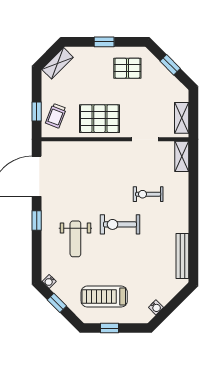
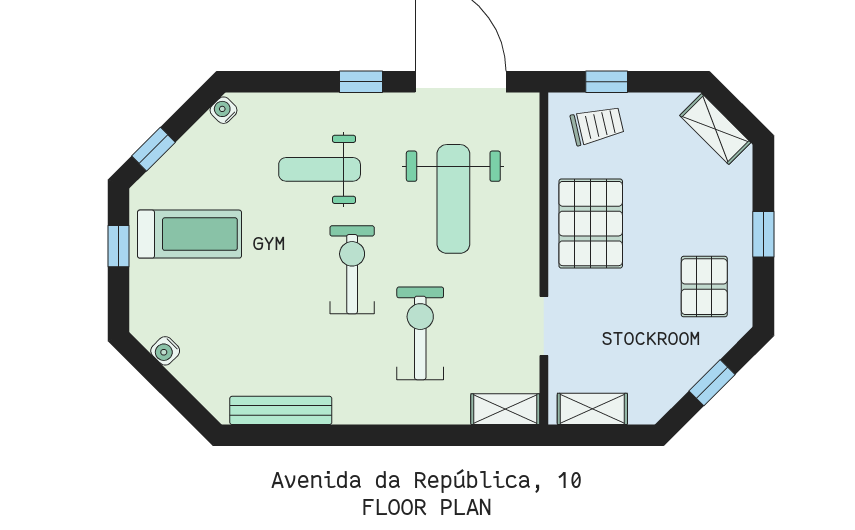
trolley: (56, 116) -> (597, 125), turned 146
weight bench: (89, 179) -> (453, 199), added
exercise bike: (148, 194) -> (420, 333), width x1.38, depth x1.39
treadmill: (104, 297) -> (190, 234), turned 90
window: (57, 303) -> (153, 149), moved

